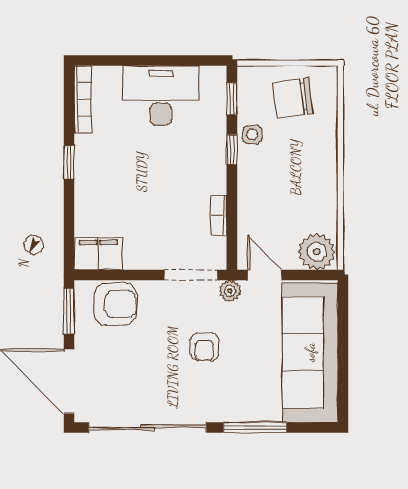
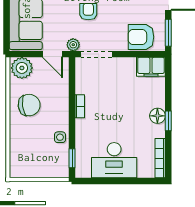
chair: (293, 98) -> (29, 105), moved
window: (232, 150) -> (72, 128), removed
floor lamp: (87, 171) -> (157, 116), added
bookcase: (219, 215) -> (80, 106), moved

